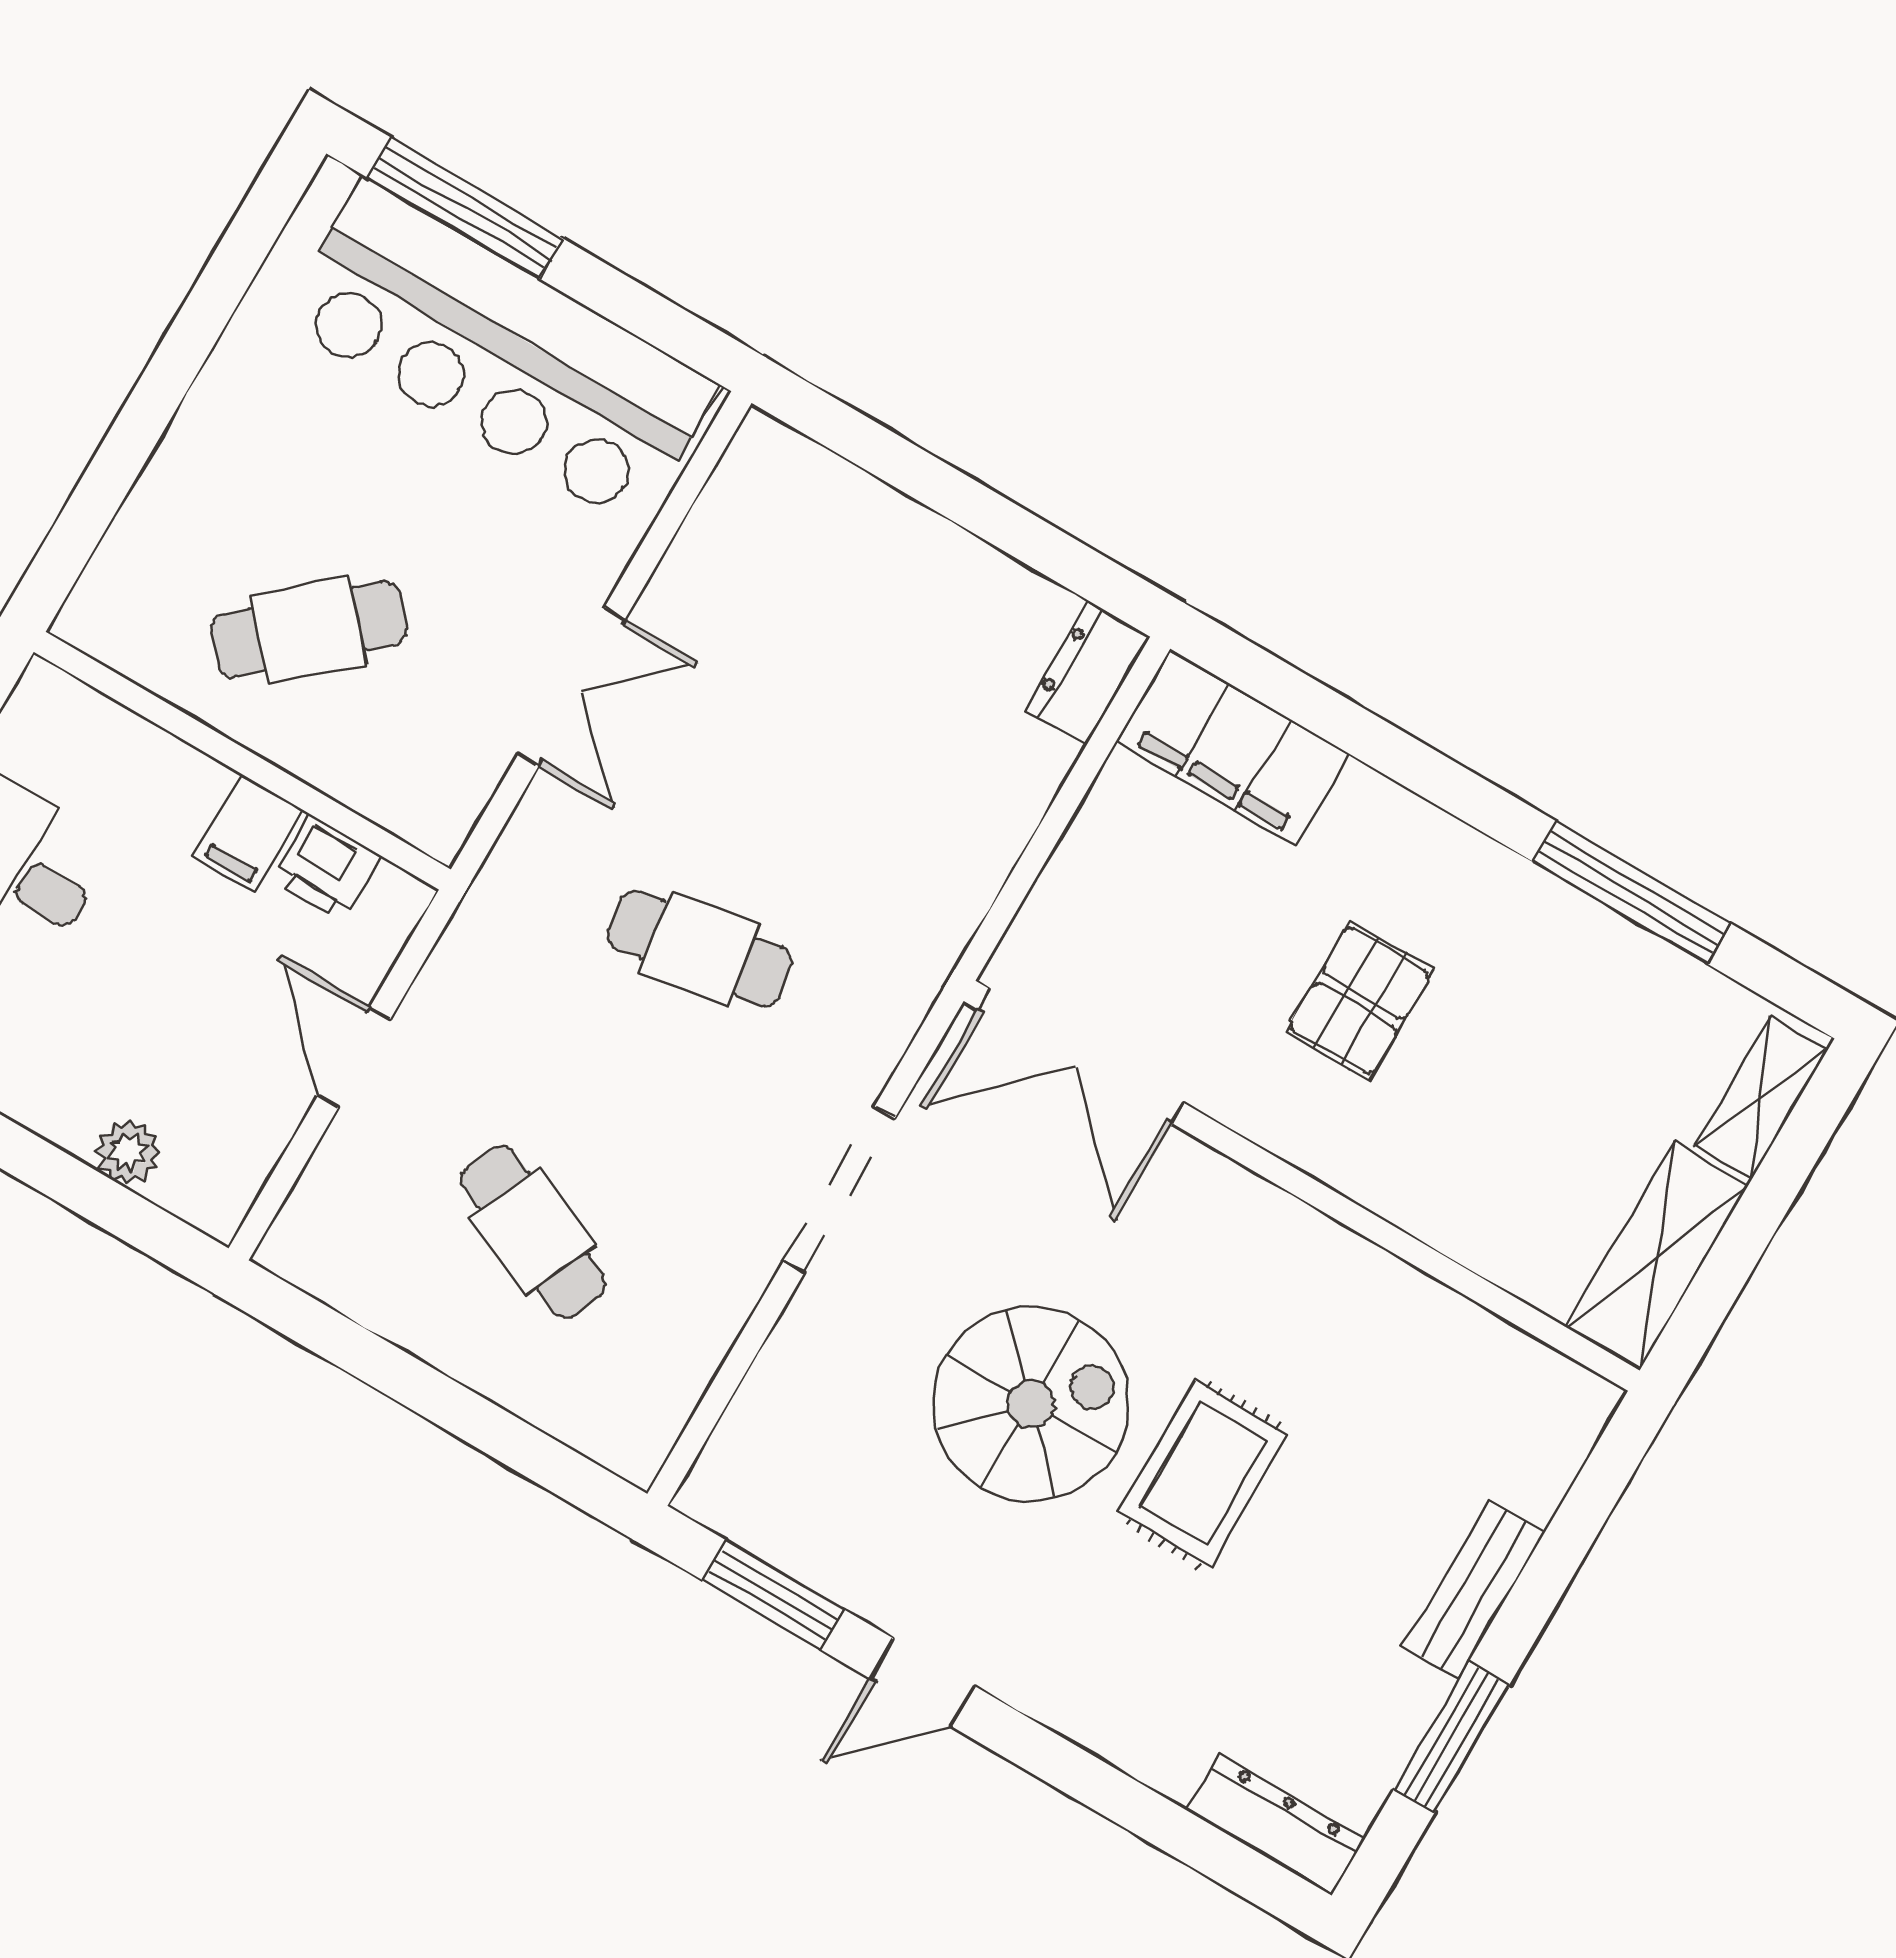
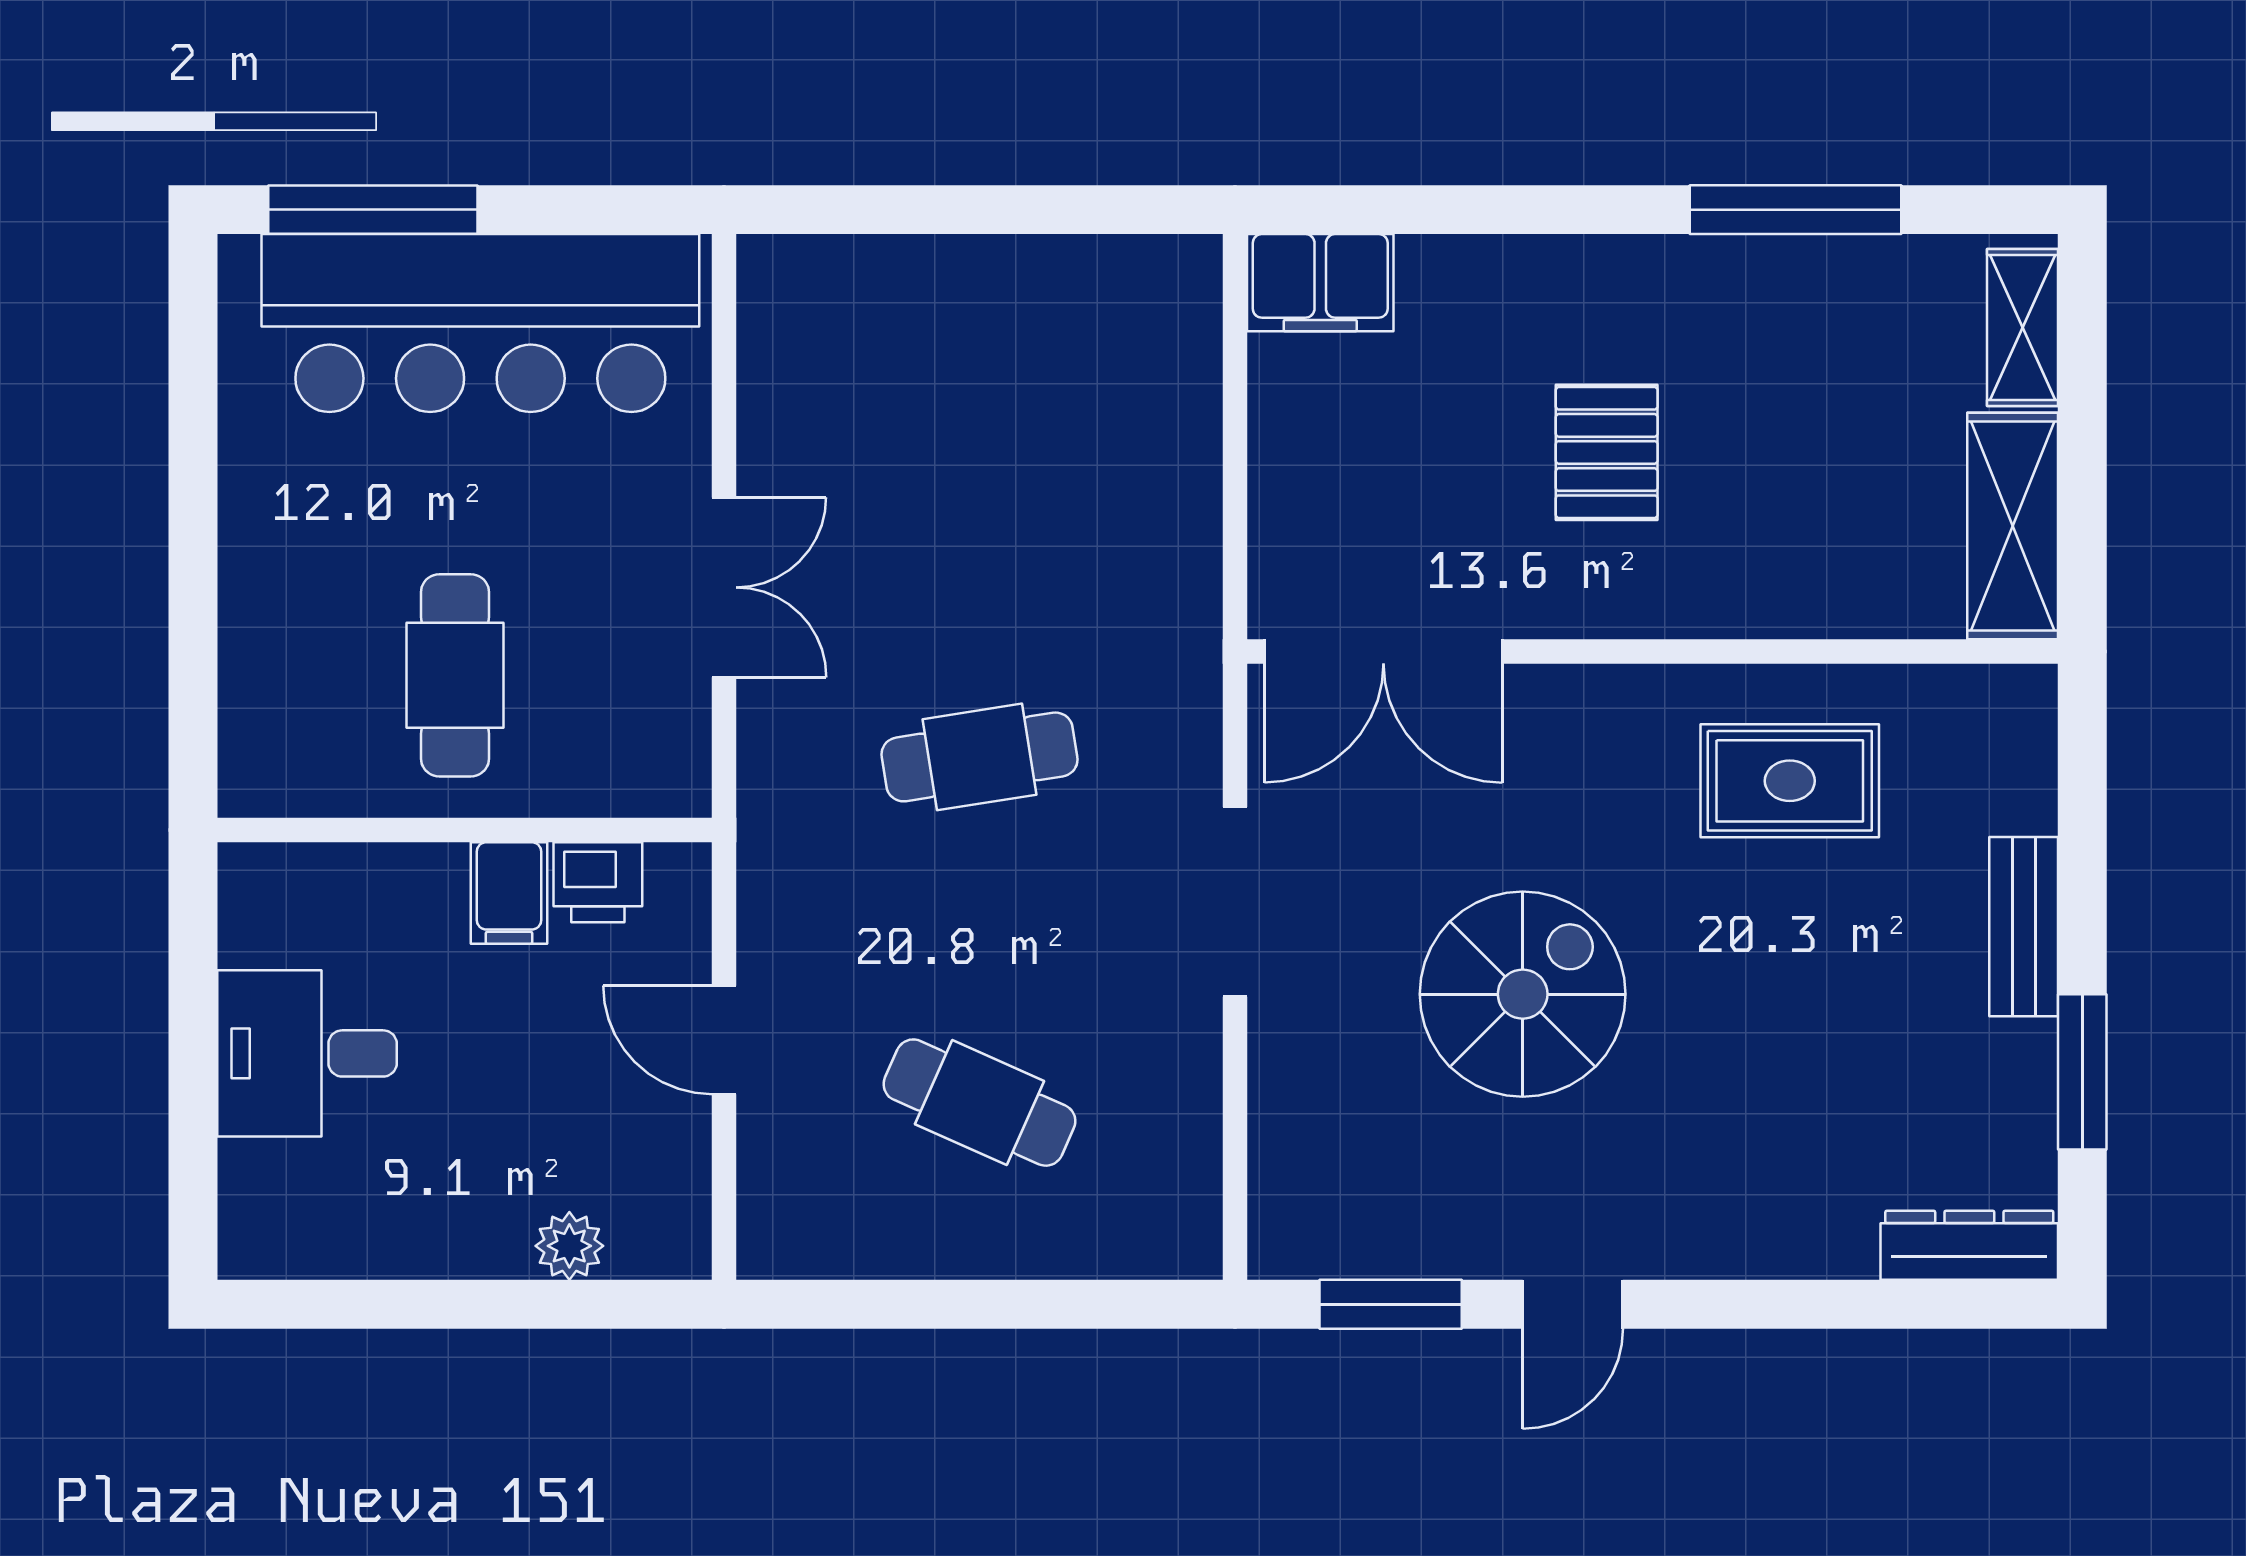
cafe table: (309, 629) -> (455, 675), turned -48
dresser: (1087, 673) -> (1185, 301), removed
filing cabinet: (1233, 748) -> (1320, 283), width x0.67, depth x0.86
rug: (1203, 1474) -> (1790, 781), moved, turned 90

